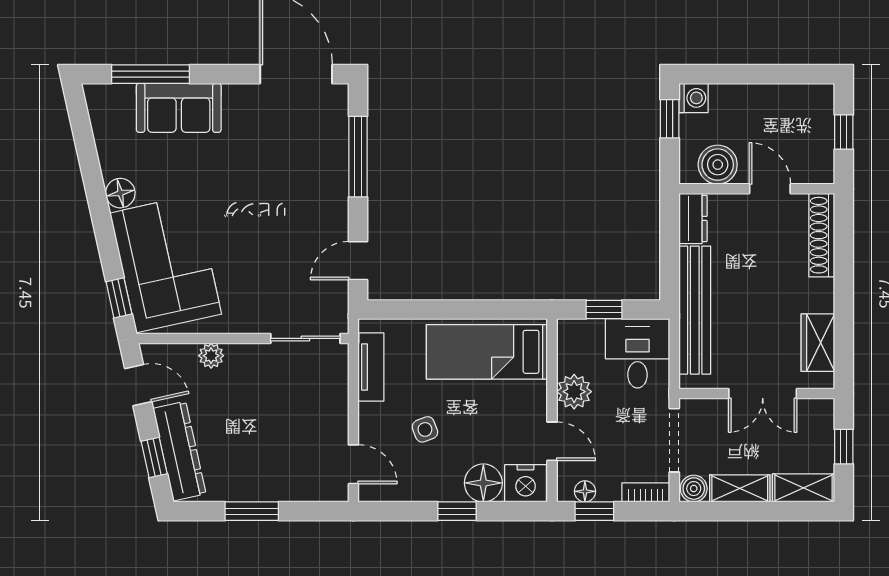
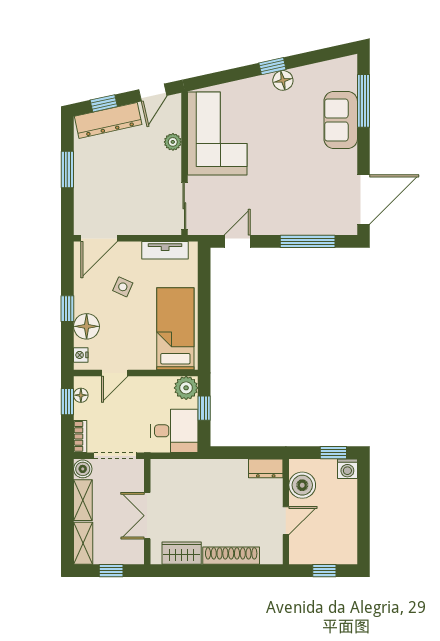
shoe rack: (822, 235) -> (231, 556), moved
door: (358, 261) -> (237, 241), hinge flipped
corner sofa: (166, 264) -> (217, 133), moved, turned -78
window: (119, 298) -> (272, 66), moved
bench: (695, 310) -> (204, 470), removed
plant: (574, 392) -> (186, 388), moved
side table: (425, 429) -> (123, 287), turned 45
door: (353, 464) -> (99, 238), width x1.37
nightstand: (526, 483) -> (81, 355), width x0.53, depth x0.56

